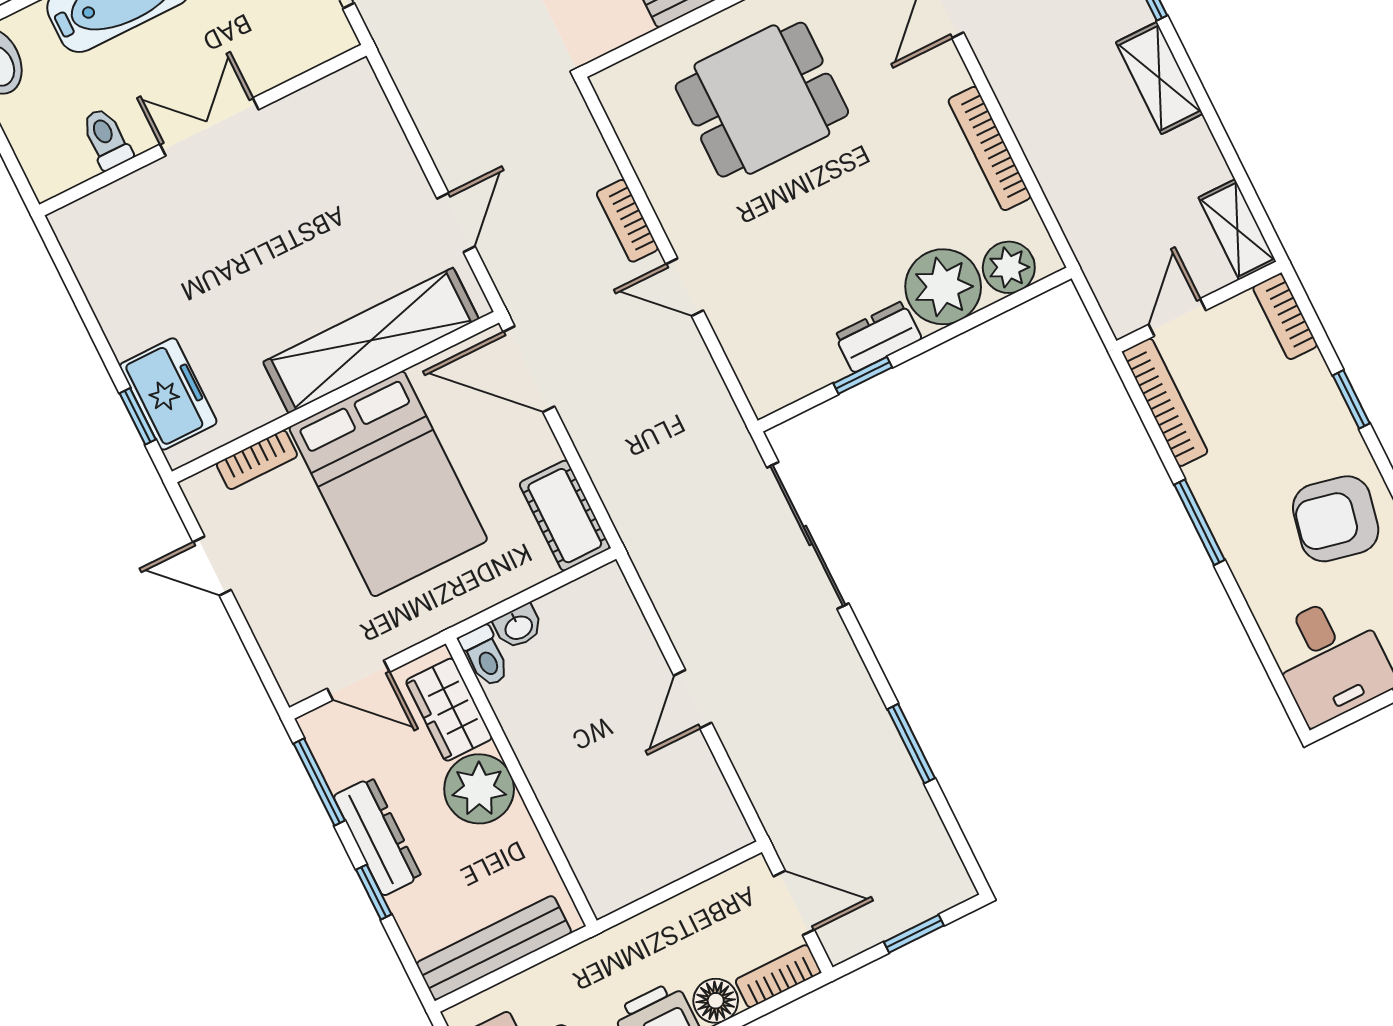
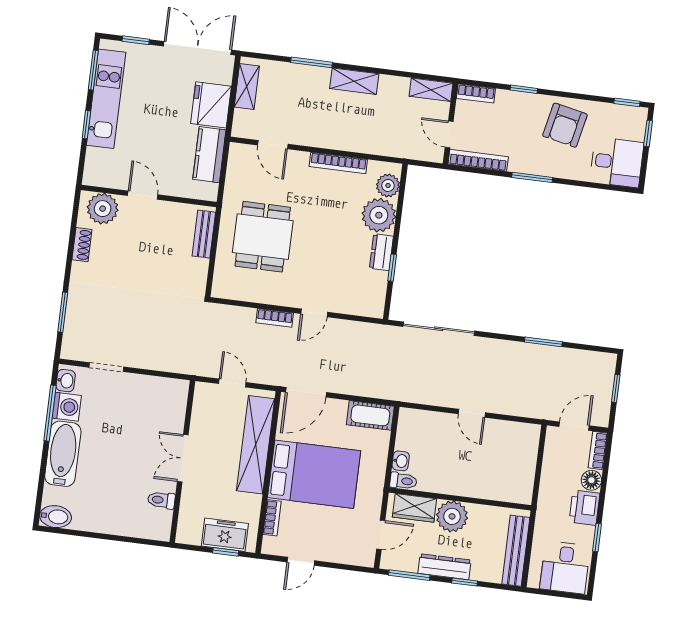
double door: (209, 127) -> (183, 458), moved
wall: (203, 130) -> (182, 462), moved
toilet: (106, 139) -> (161, 500), moved

